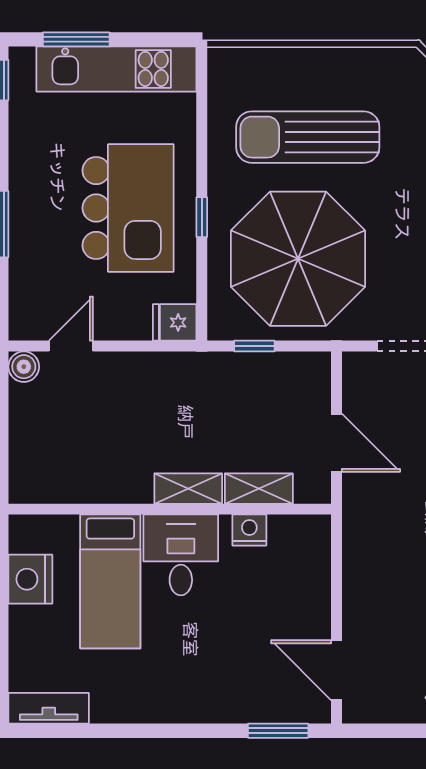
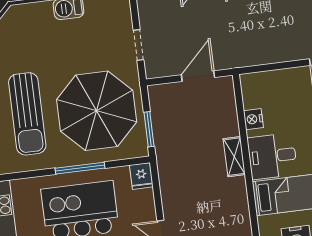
window: (202, 217) -> (80, 168), width x2.17
window: (254, 346) -> (149, 129), width x1.50
shelving: (259, 489) -> (229, 117), removed

